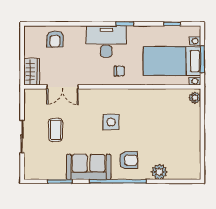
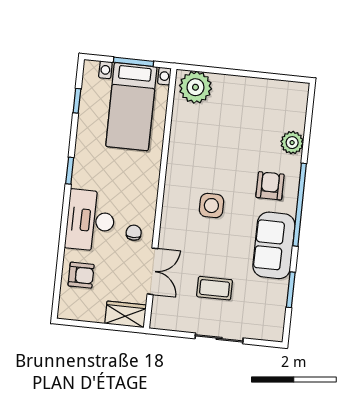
desk: (106, 41) -> (90, 220), moved
chair: (119, 71) -> (134, 233), moved
plant: (195, 98) -> (195, 87), width x1.88, depth x1.88

